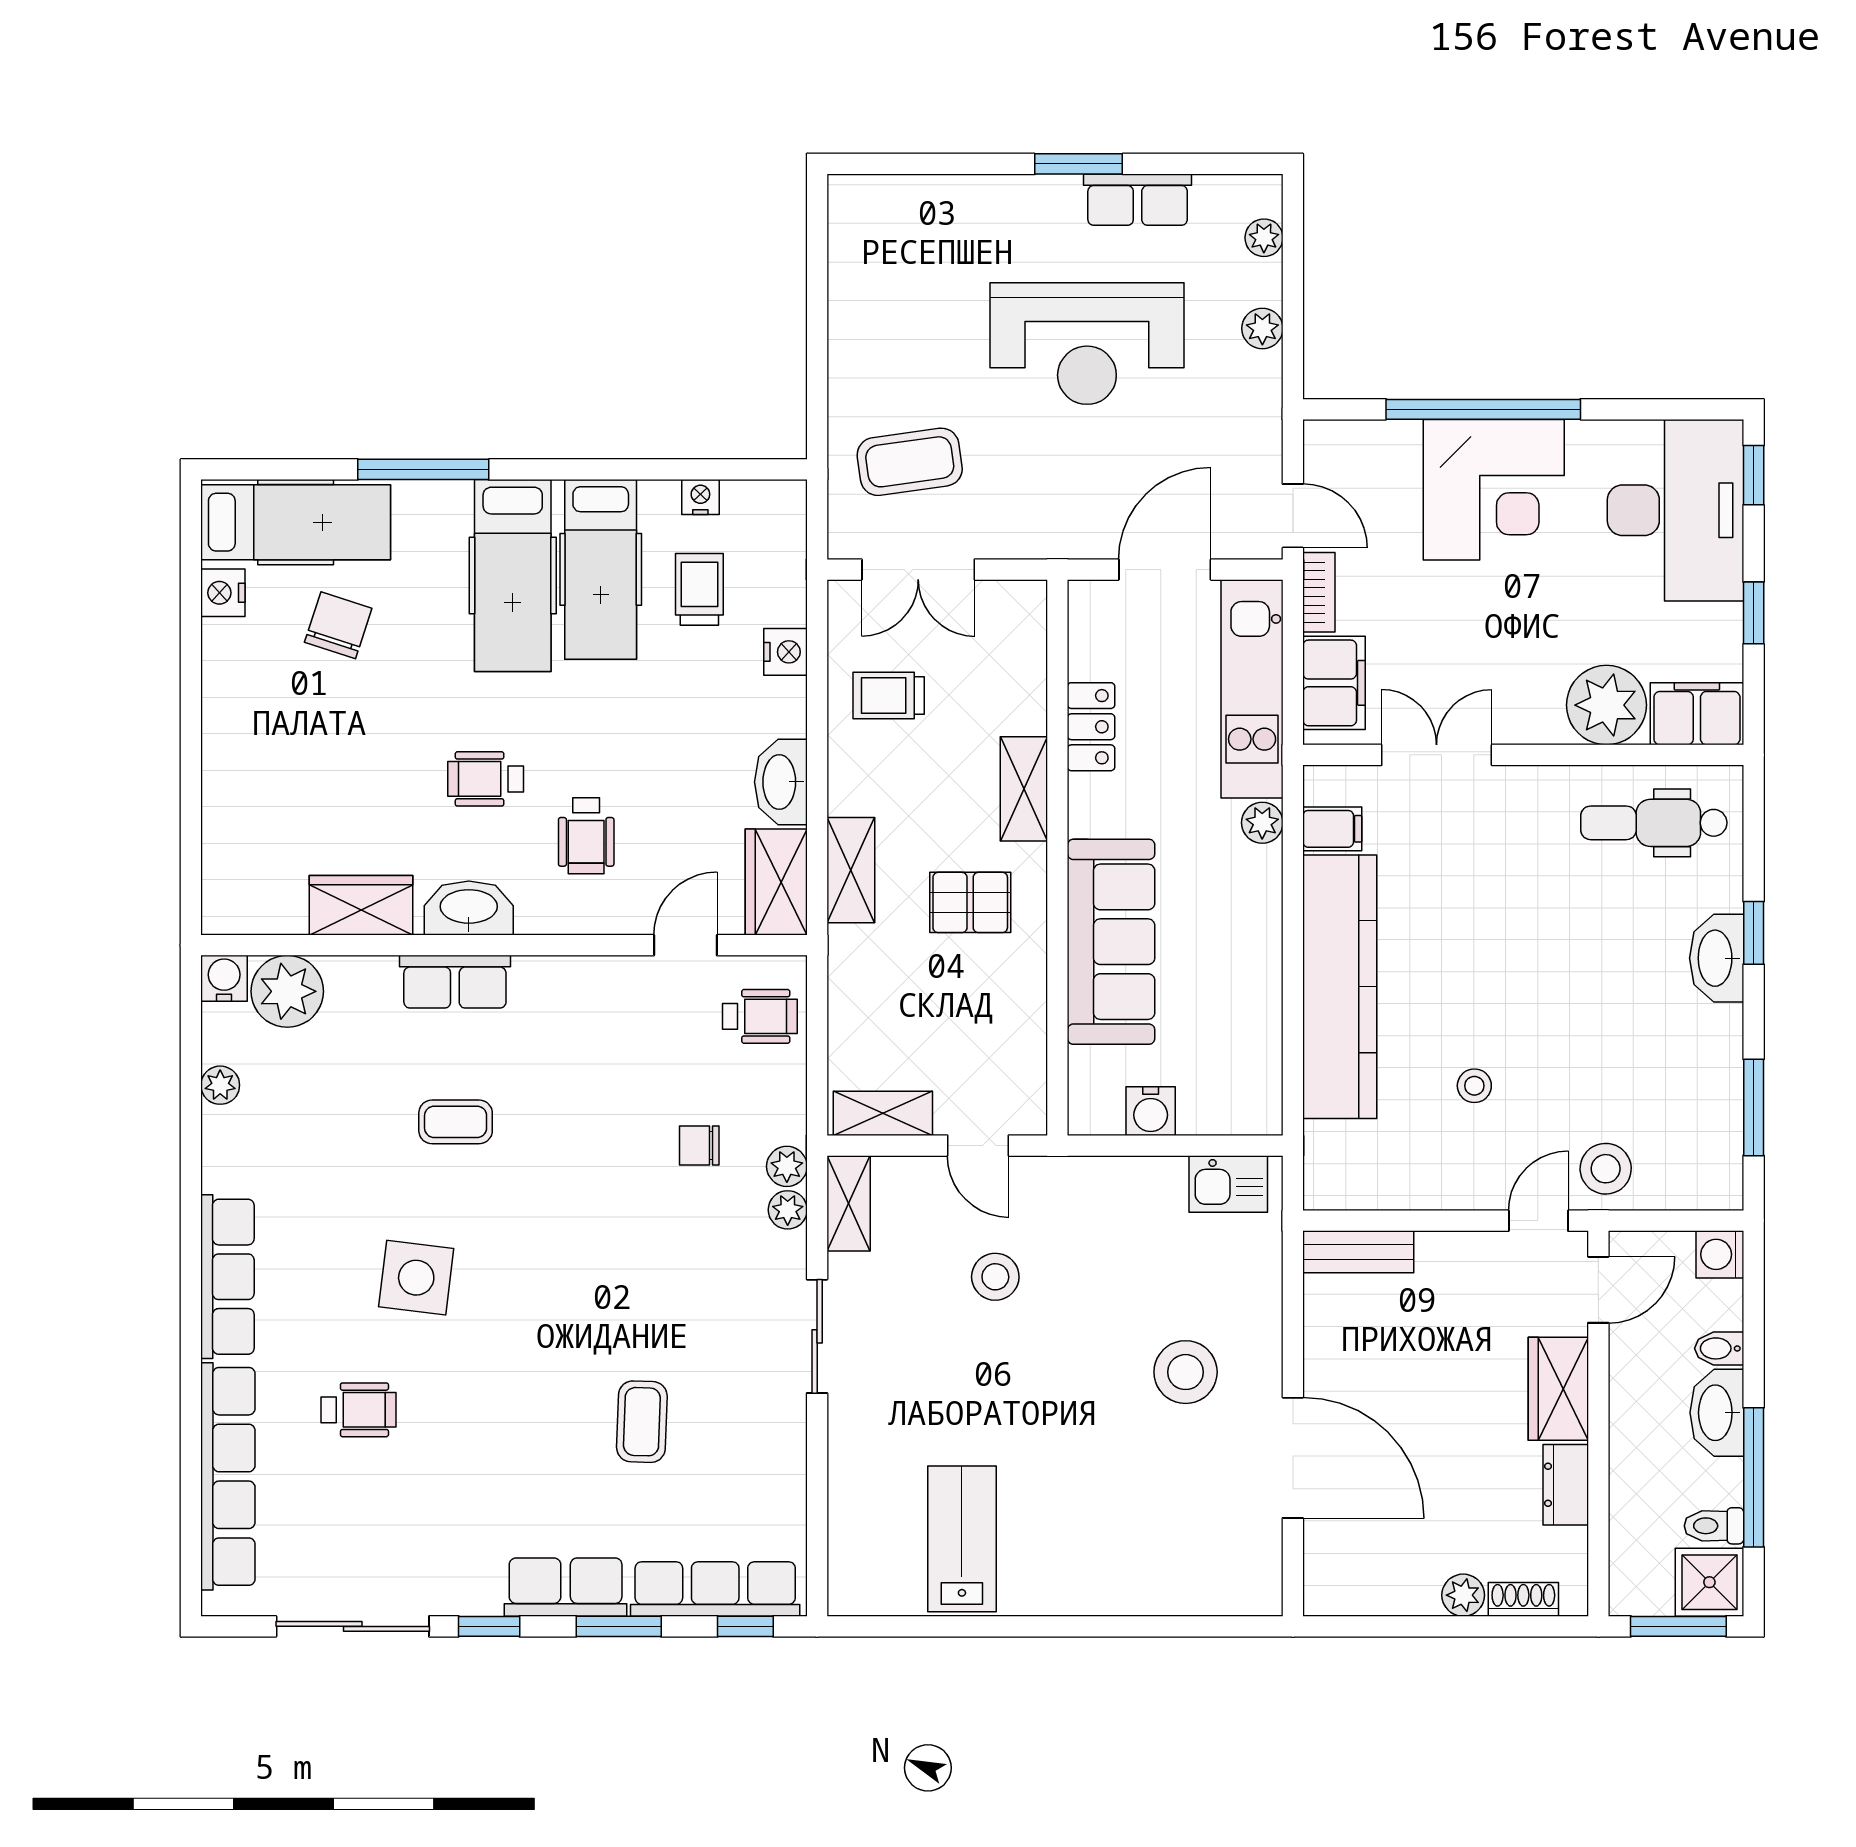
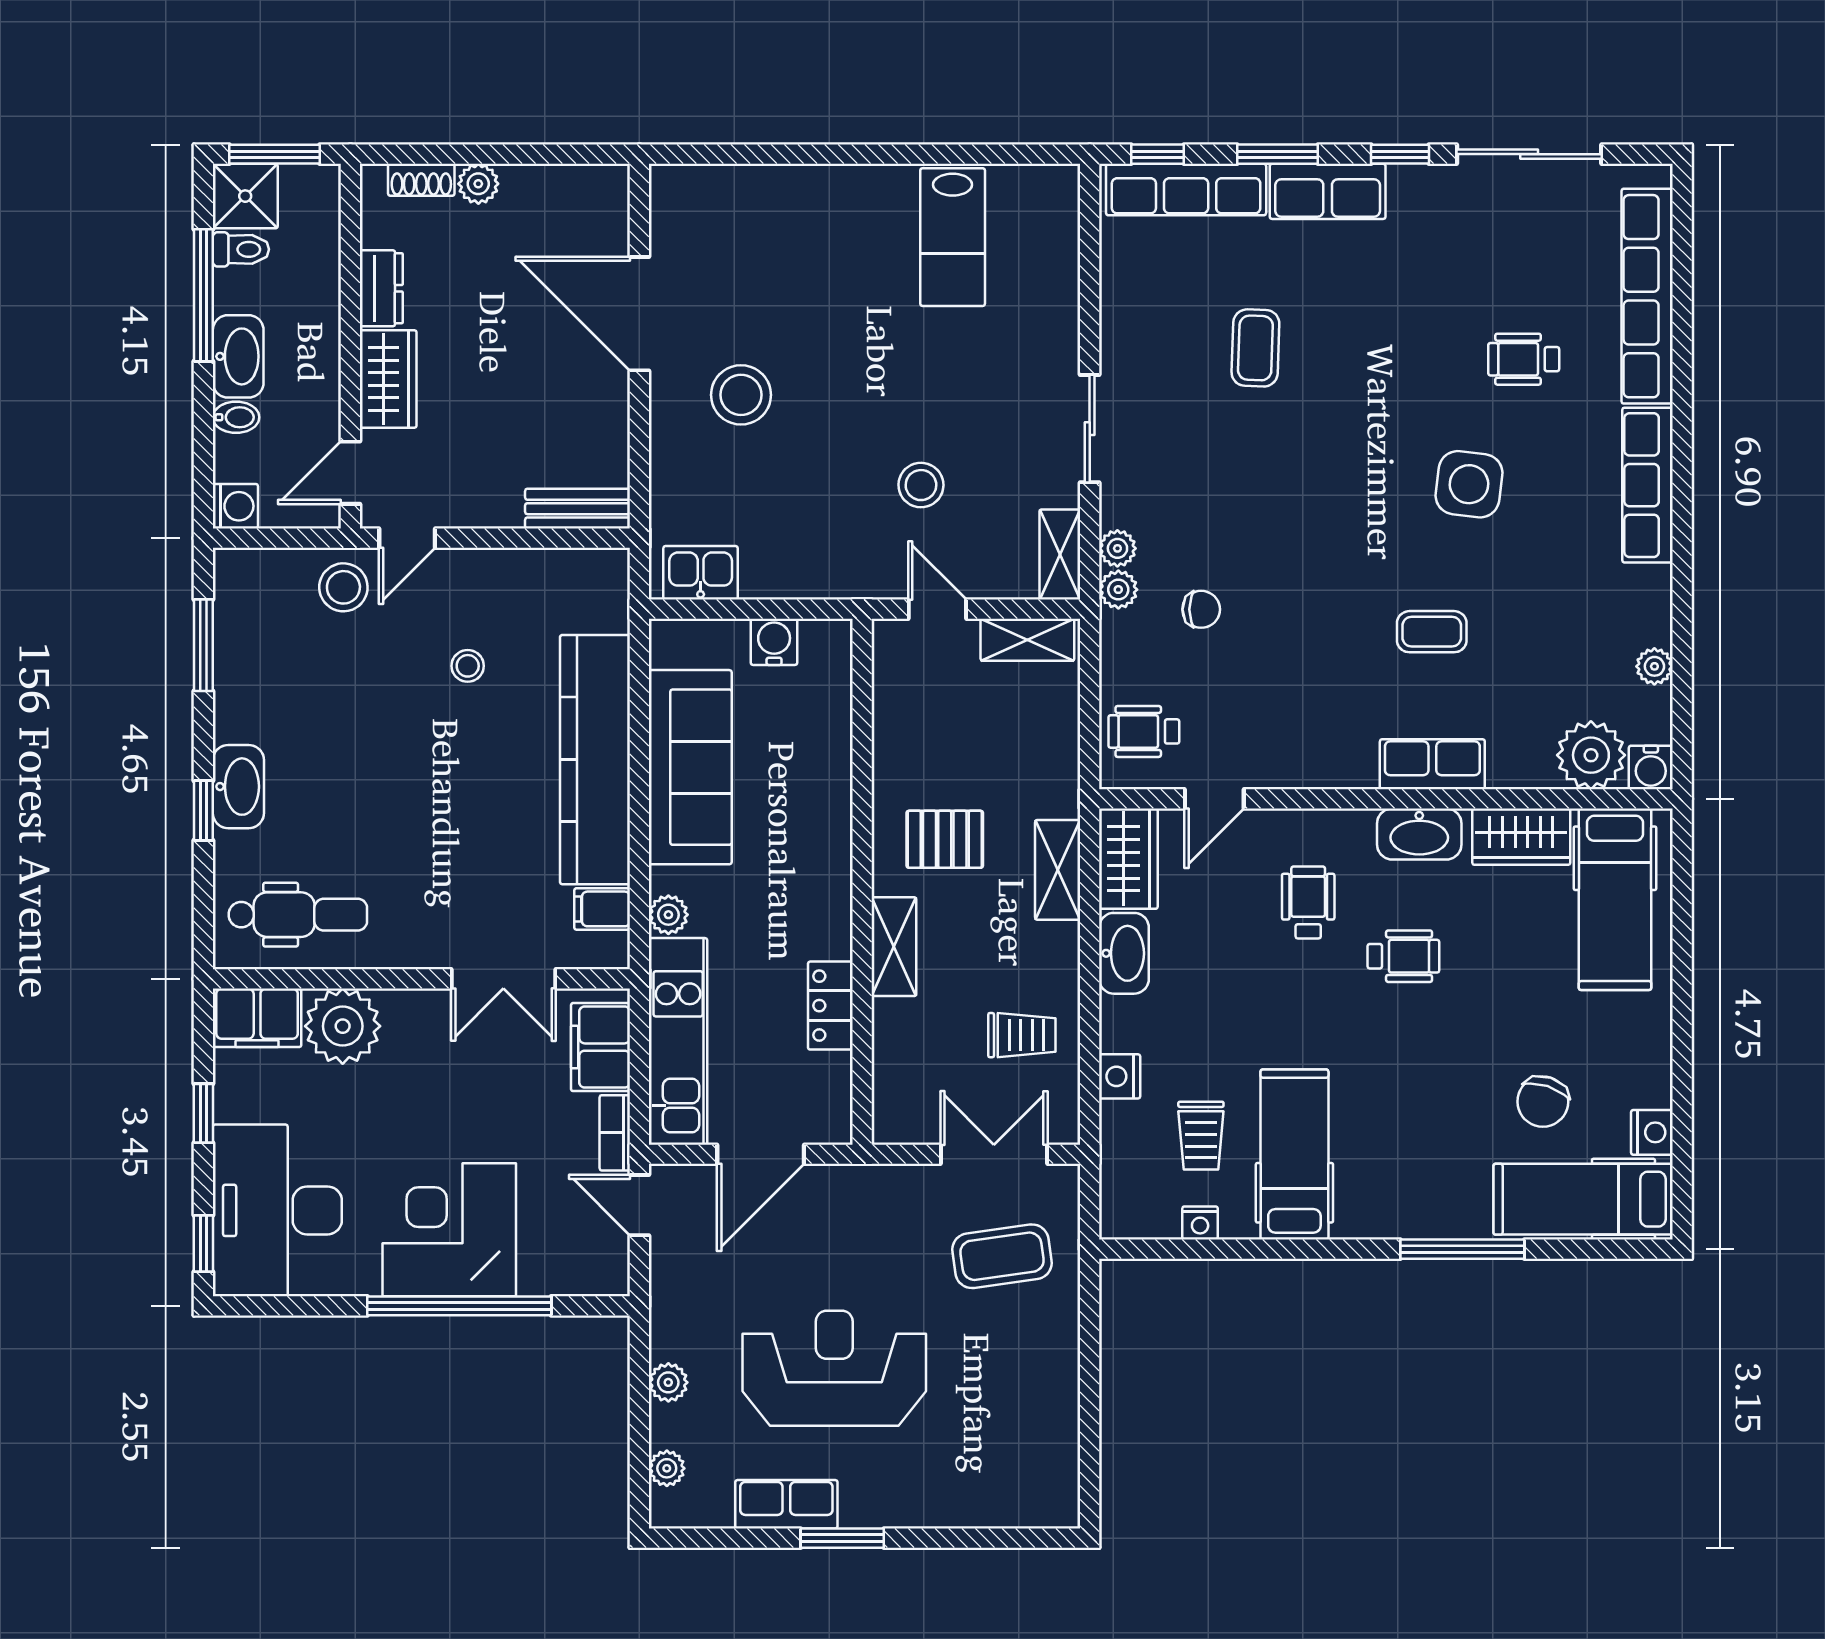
hospital bed: (513, 575) -> (1615, 899), moved, turned 180
sofa: (1111, 942) -> (690, 767), moved, turned 180

